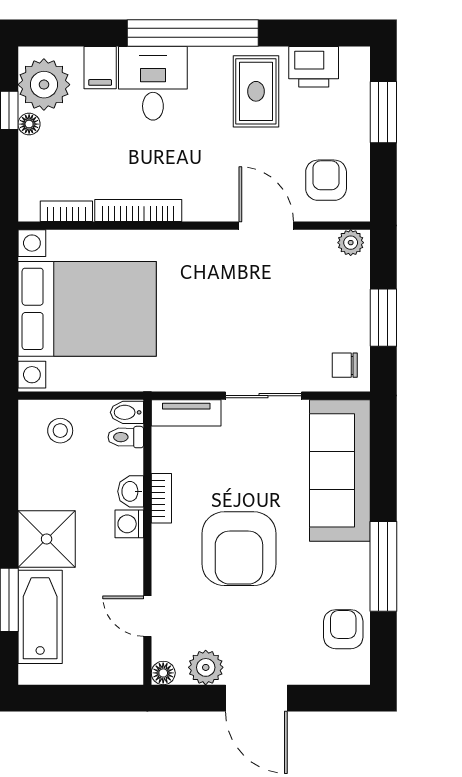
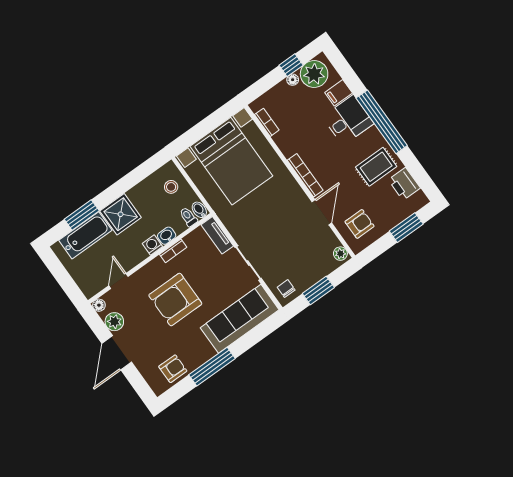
bookcase: (138, 210) -> (305, 175), moved

